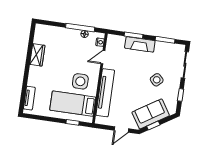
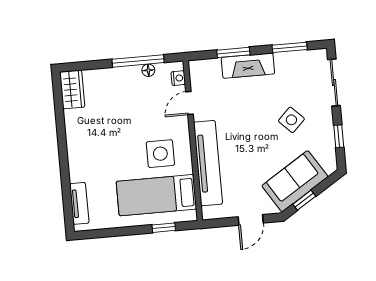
wardrobe: (37, 55) -> (72, 89), moved

